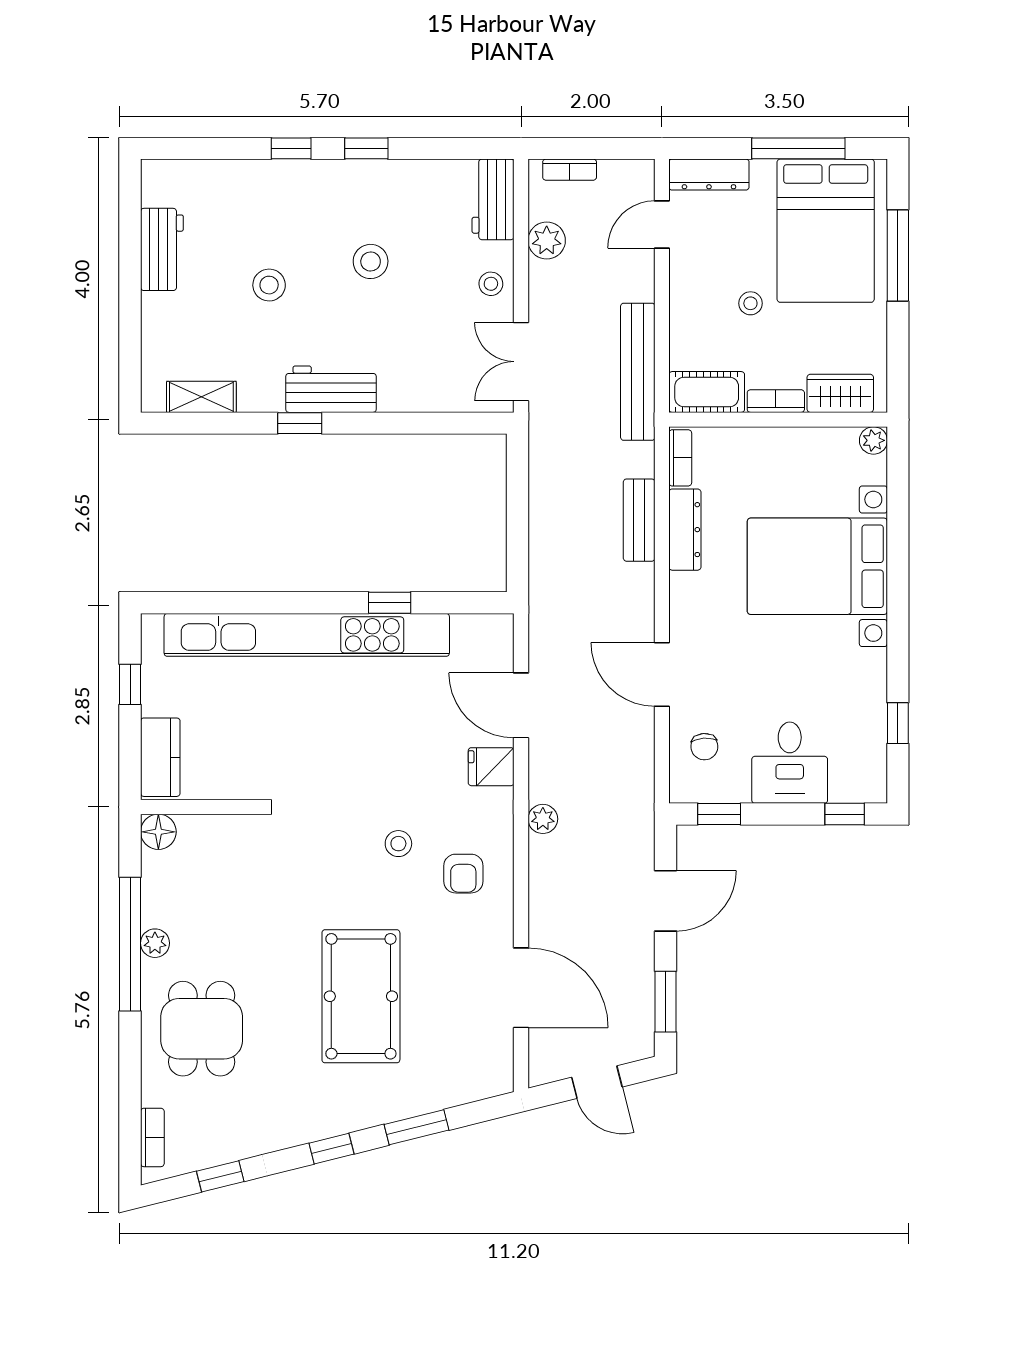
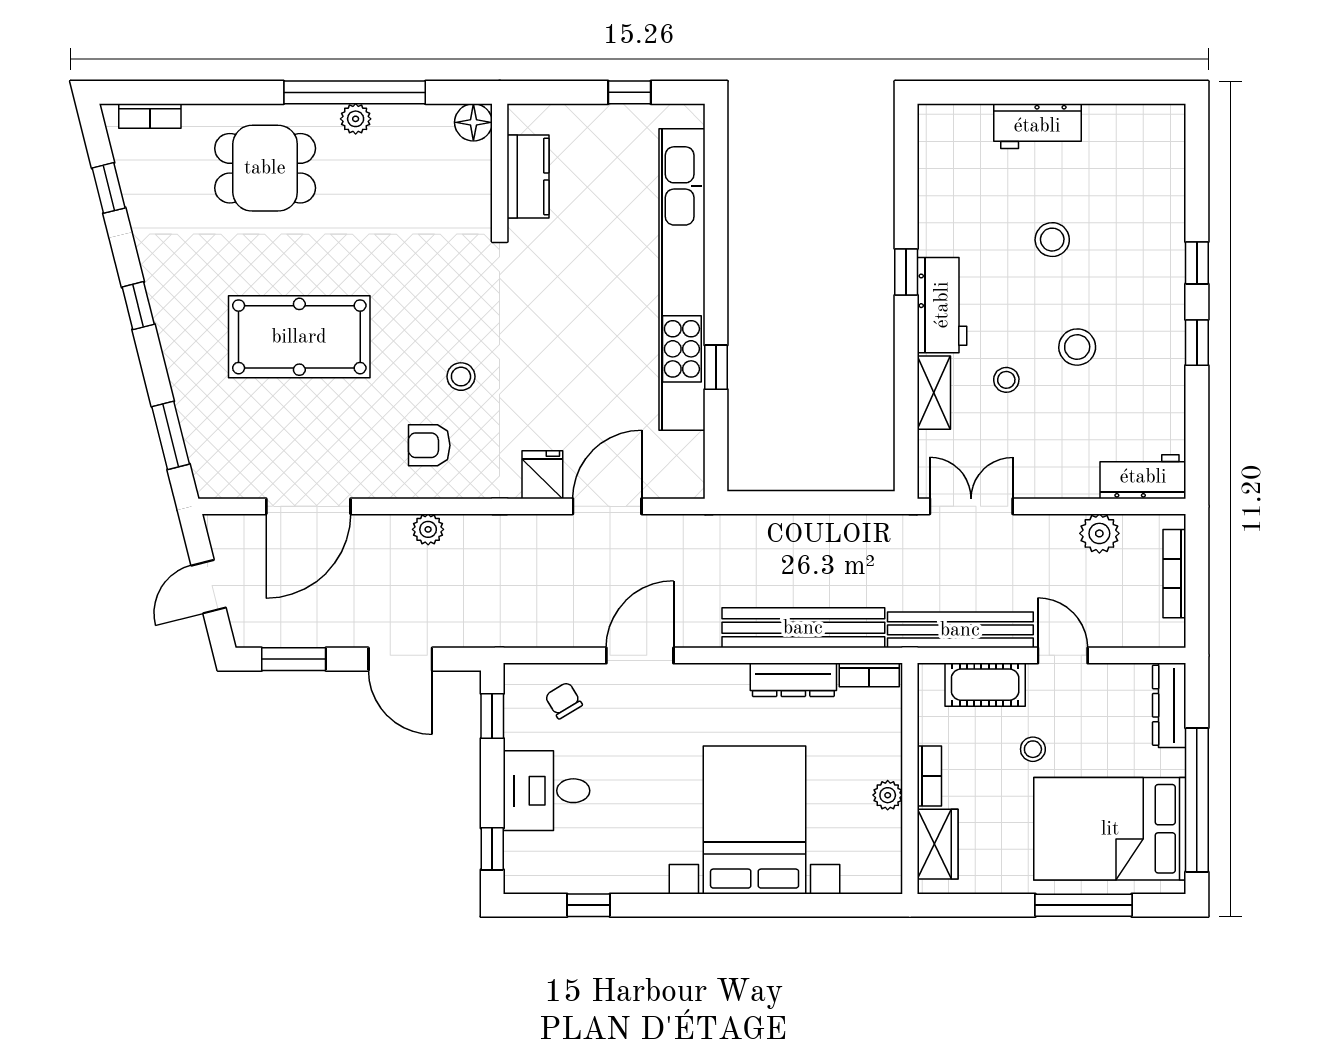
window: (798, 148) -> (1197, 800), width x1.46
bookcase: (570, 170) -> (1174, 574), width x1.56
door: (662, 225) -> (1063, 655), moved
workbench: (162, 249) -> (1037, 126), moved
stool: (491, 284) -> (1006, 380), moved
cot: (707, 392) -> (985, 685), moved, turned 90
shelving: (201, 397) -> (934, 393), moved
plant: (873, 440) -> (888, 795), moved
bench: (639, 520) -> (803, 628), width x1.86, depth x1.21
chair: (704, 747) -> (564, 700), turned 63
kitchen counter: (160, 757) -> (528, 176), moved, turned -90
plant: (543, 819) -> (428, 529), moved
window: (416, 1127) -> (171, 435), moved

